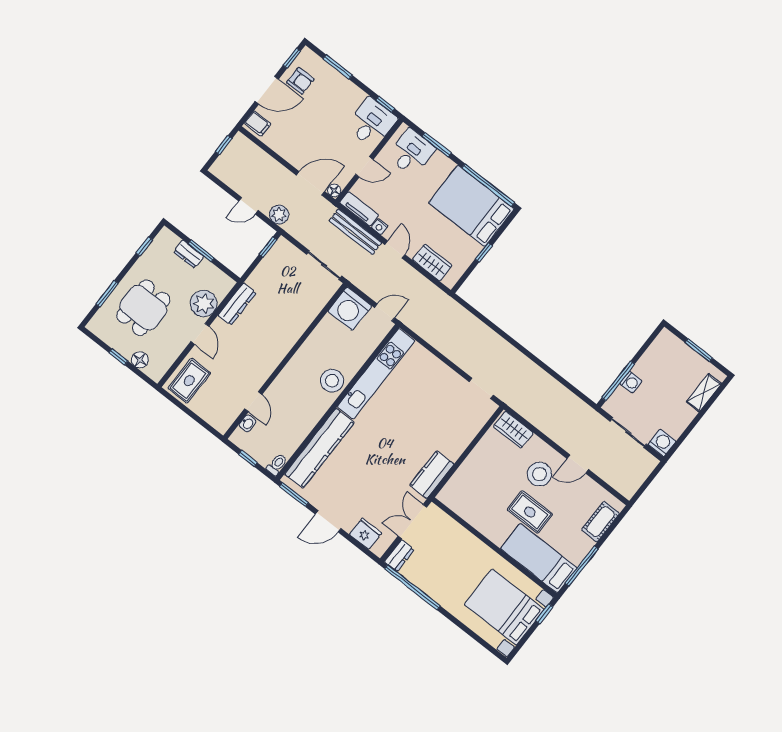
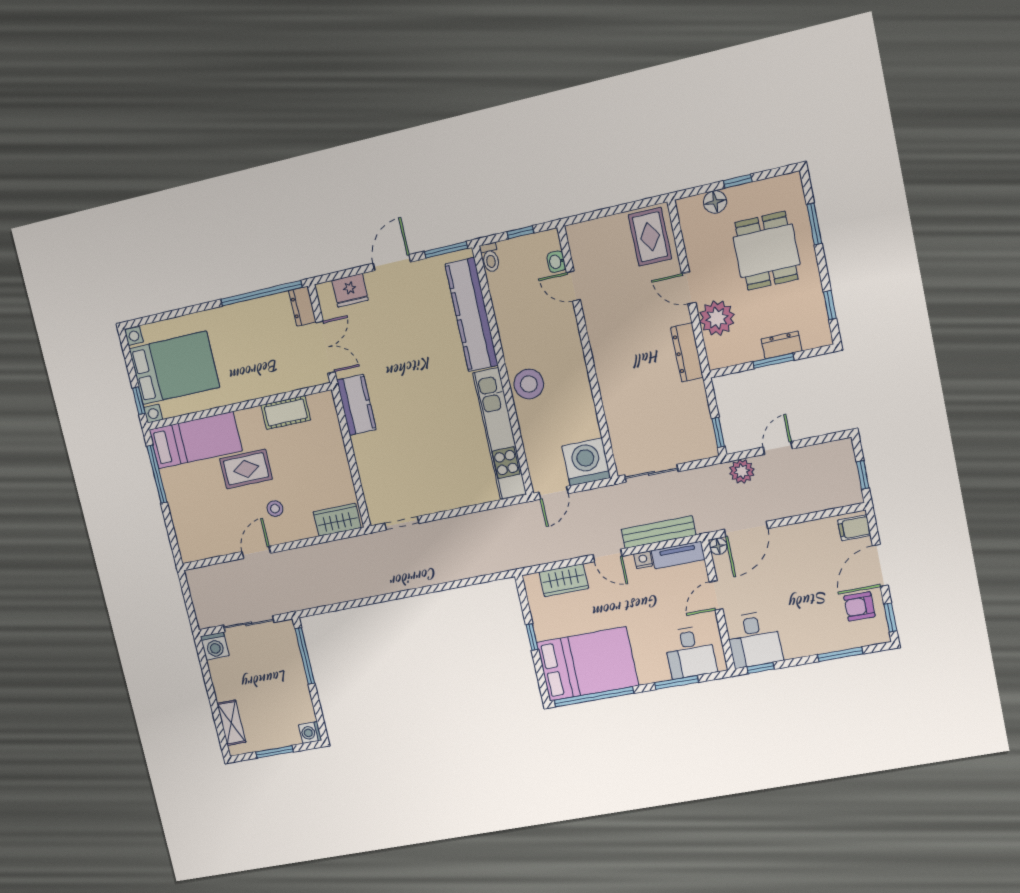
washing machine: (631, 382) -> (310, 733), moved
stool: (539, 474) -> (275, 509), width x0.53, depth x0.53
cot: (600, 522) -> (286, 413), moved, turned 90

